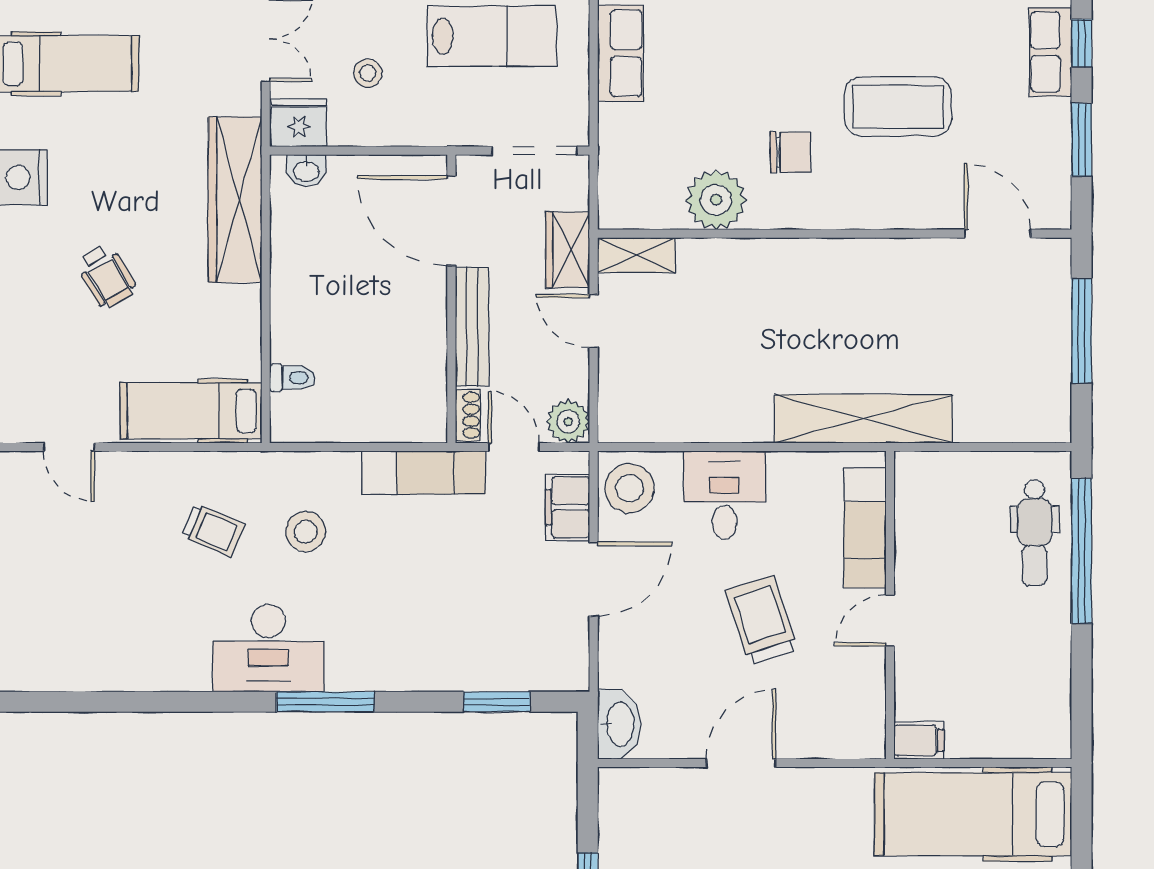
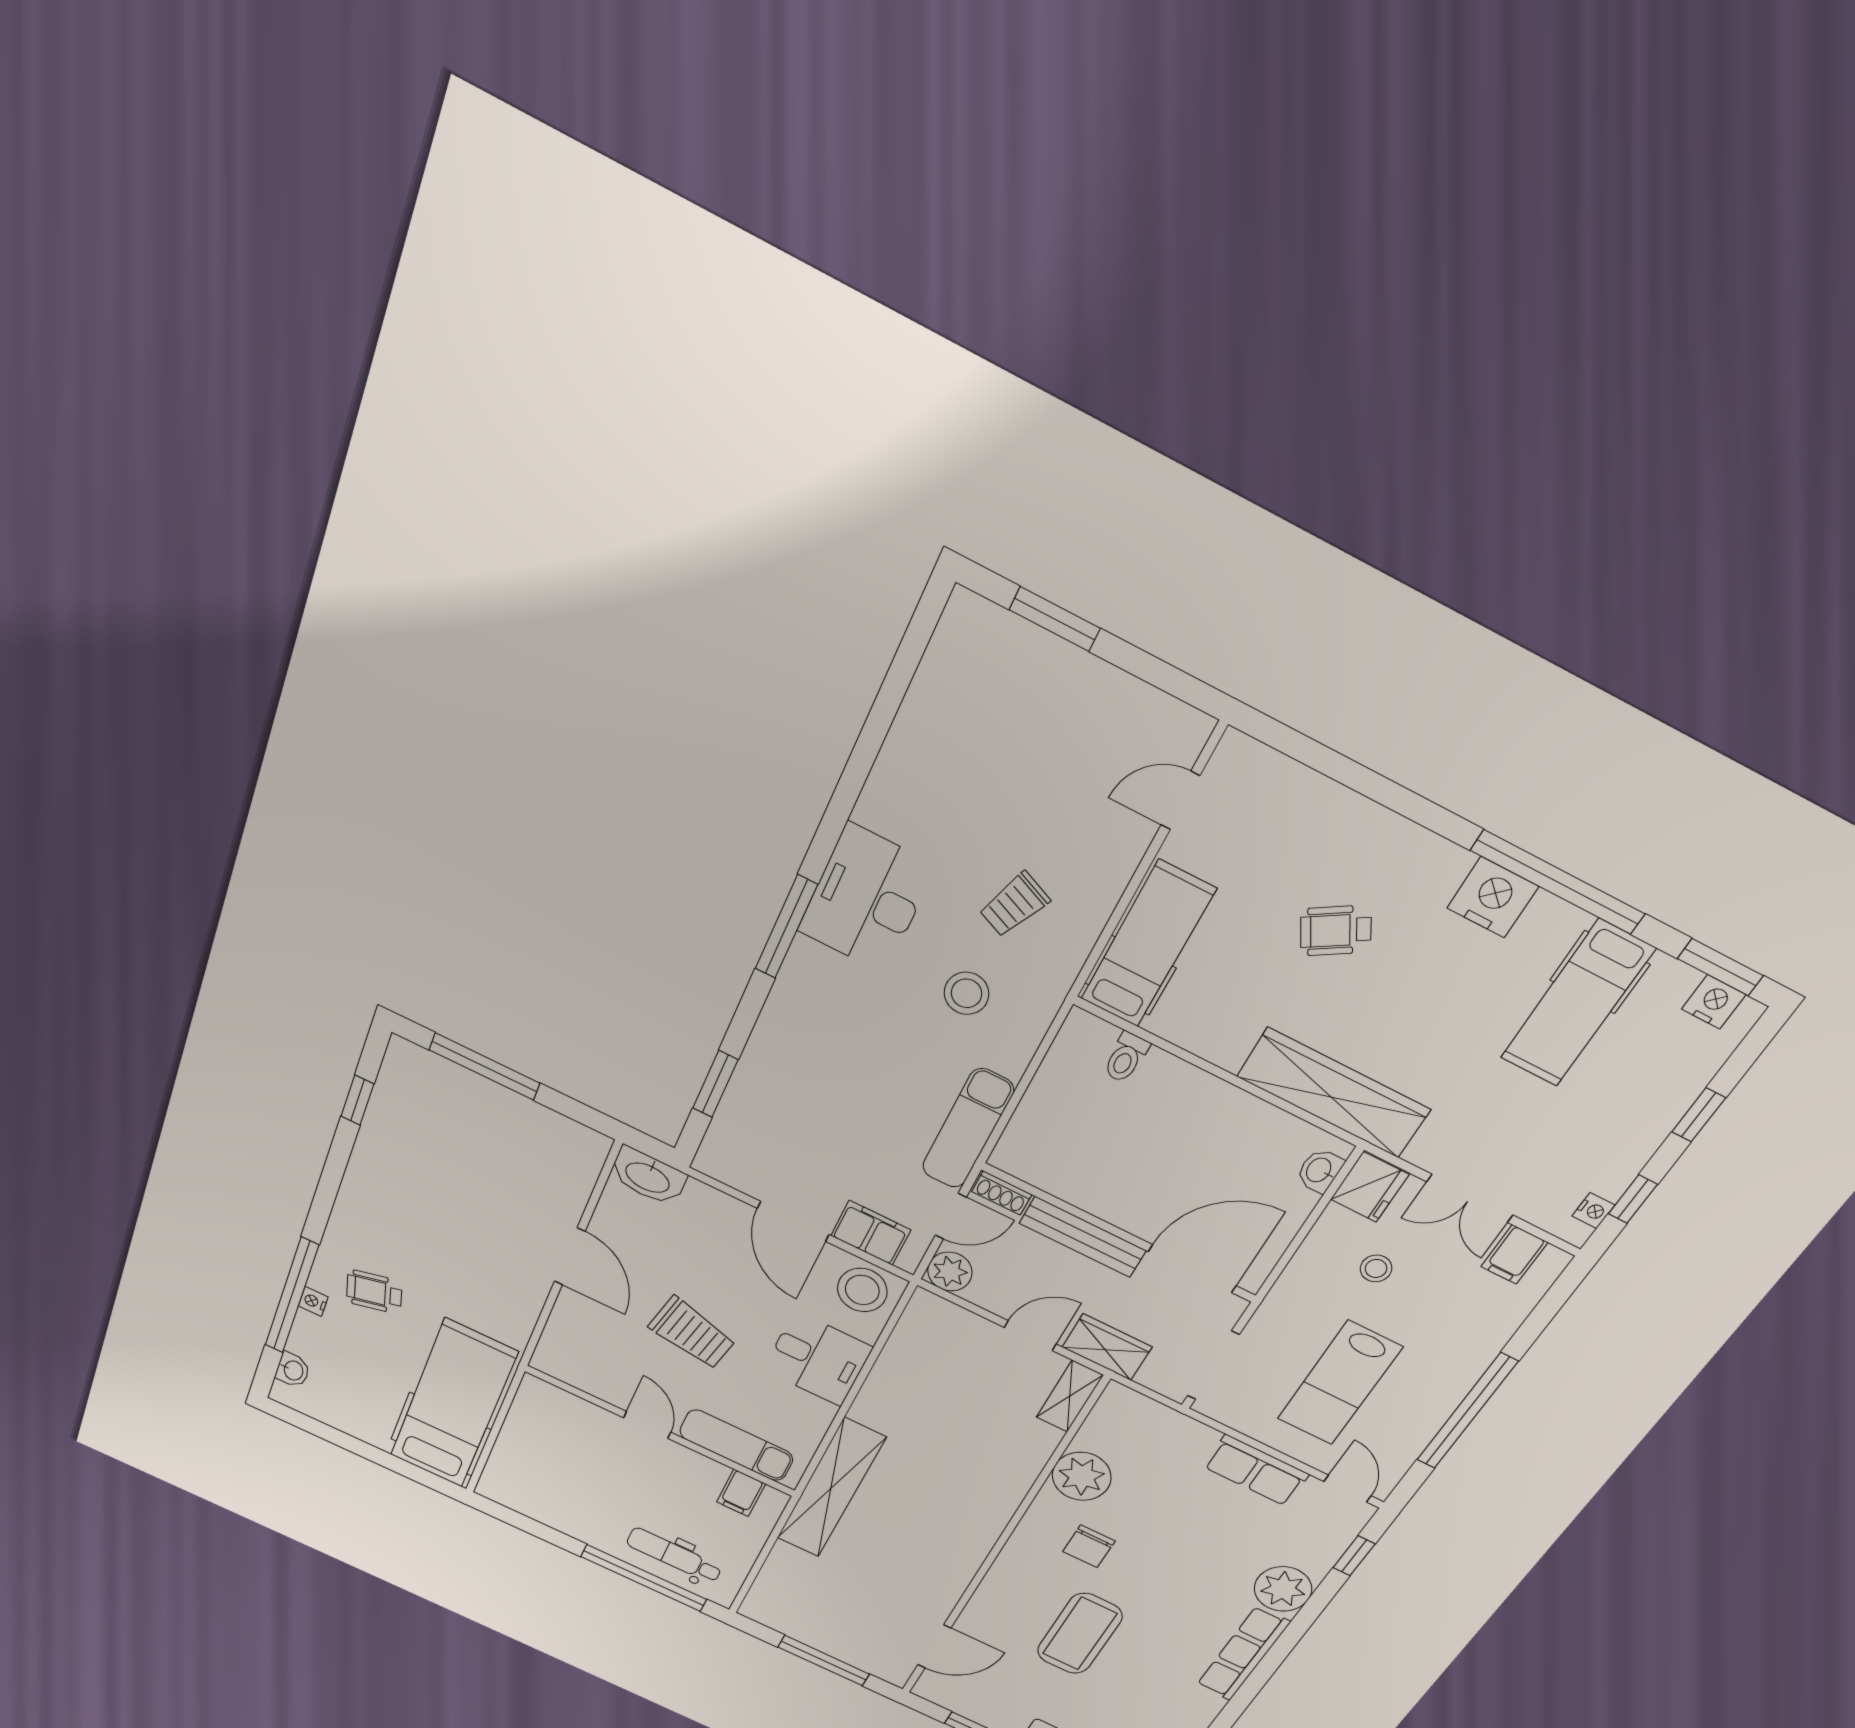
trolley: (761, 620) -> (692, 1333), turned 30
filing cabinet: (919, 740) -> (741, 1493), moved

